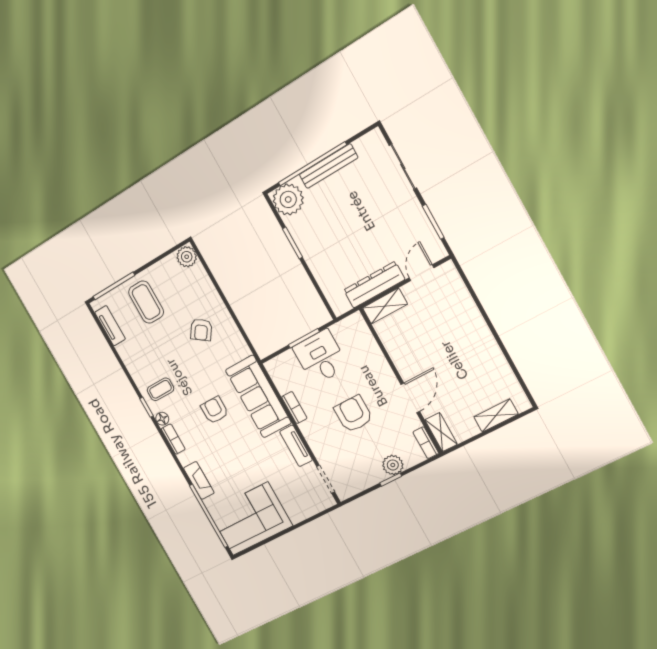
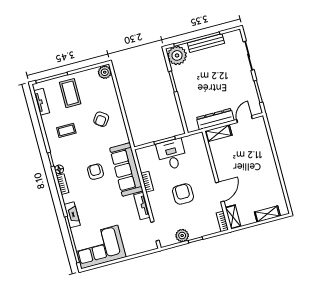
coffee table: (160, 389) -> (66, 130), moved
plant: (393, 465) -> (182, 236), moved

